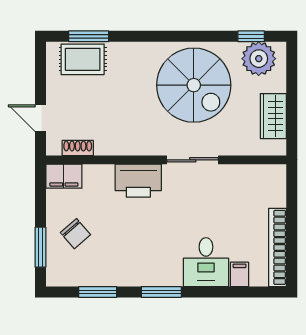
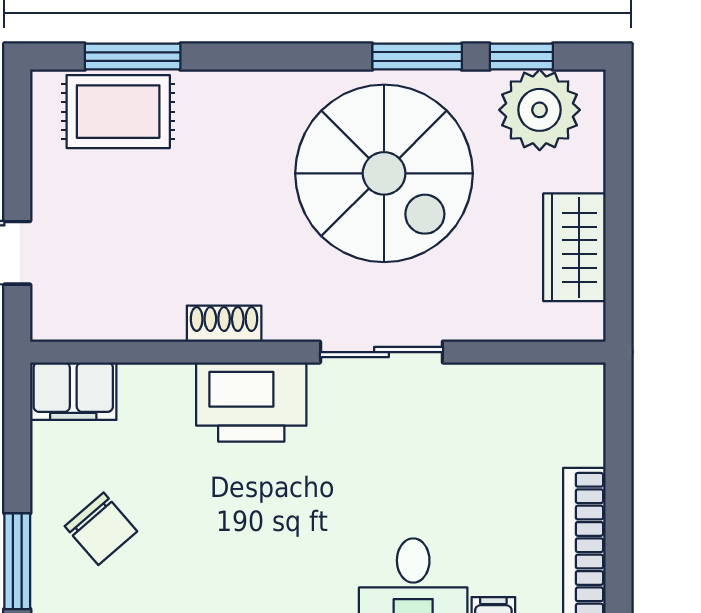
window: (208, 36) -> (417, 57), added
shoe rack: (78, 148) -> (224, 324), moved

